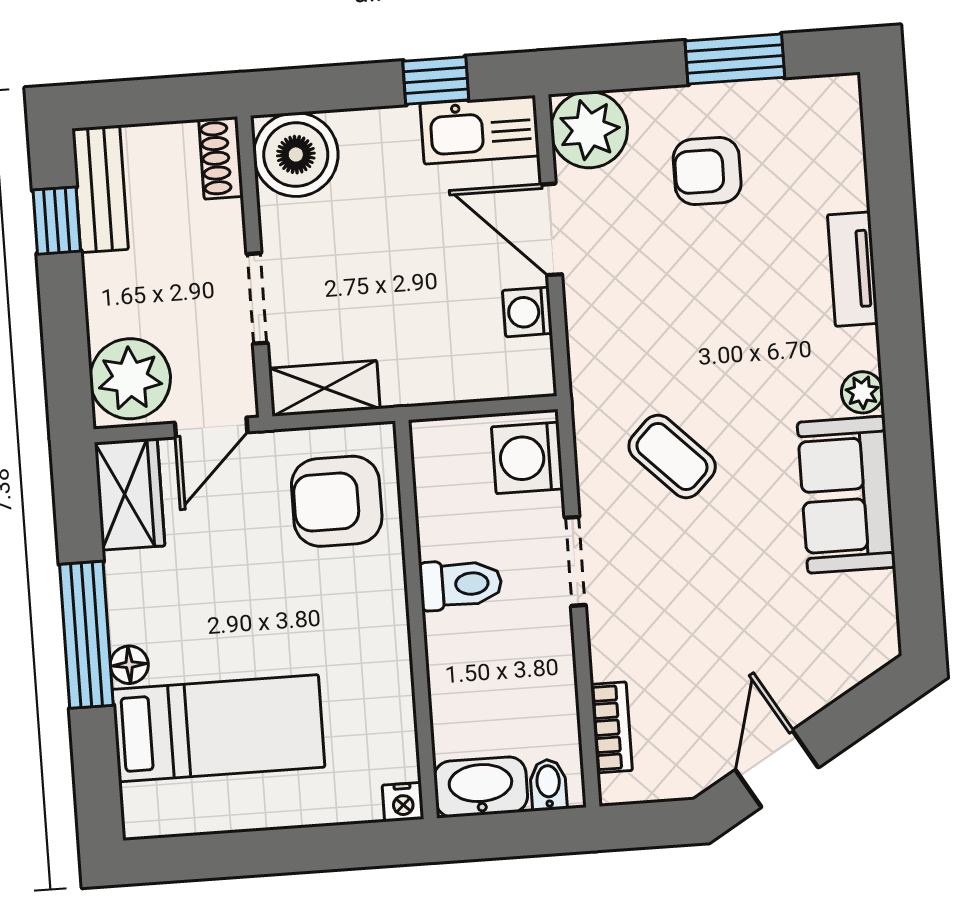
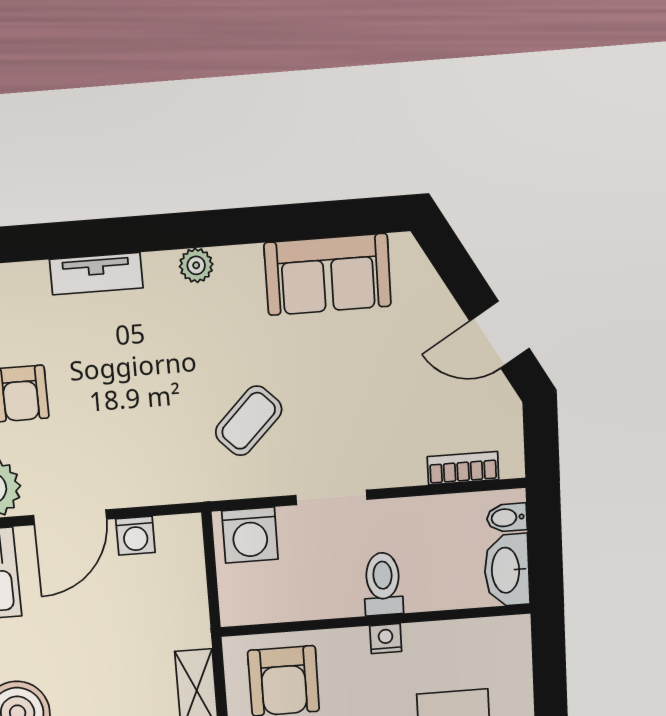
sofa: (846, 495) -> (328, 274), moved
toilet: (461, 584) -> (383, 584), moved
nightstand: (403, 802) -> (386, 639), moved, turned -90

